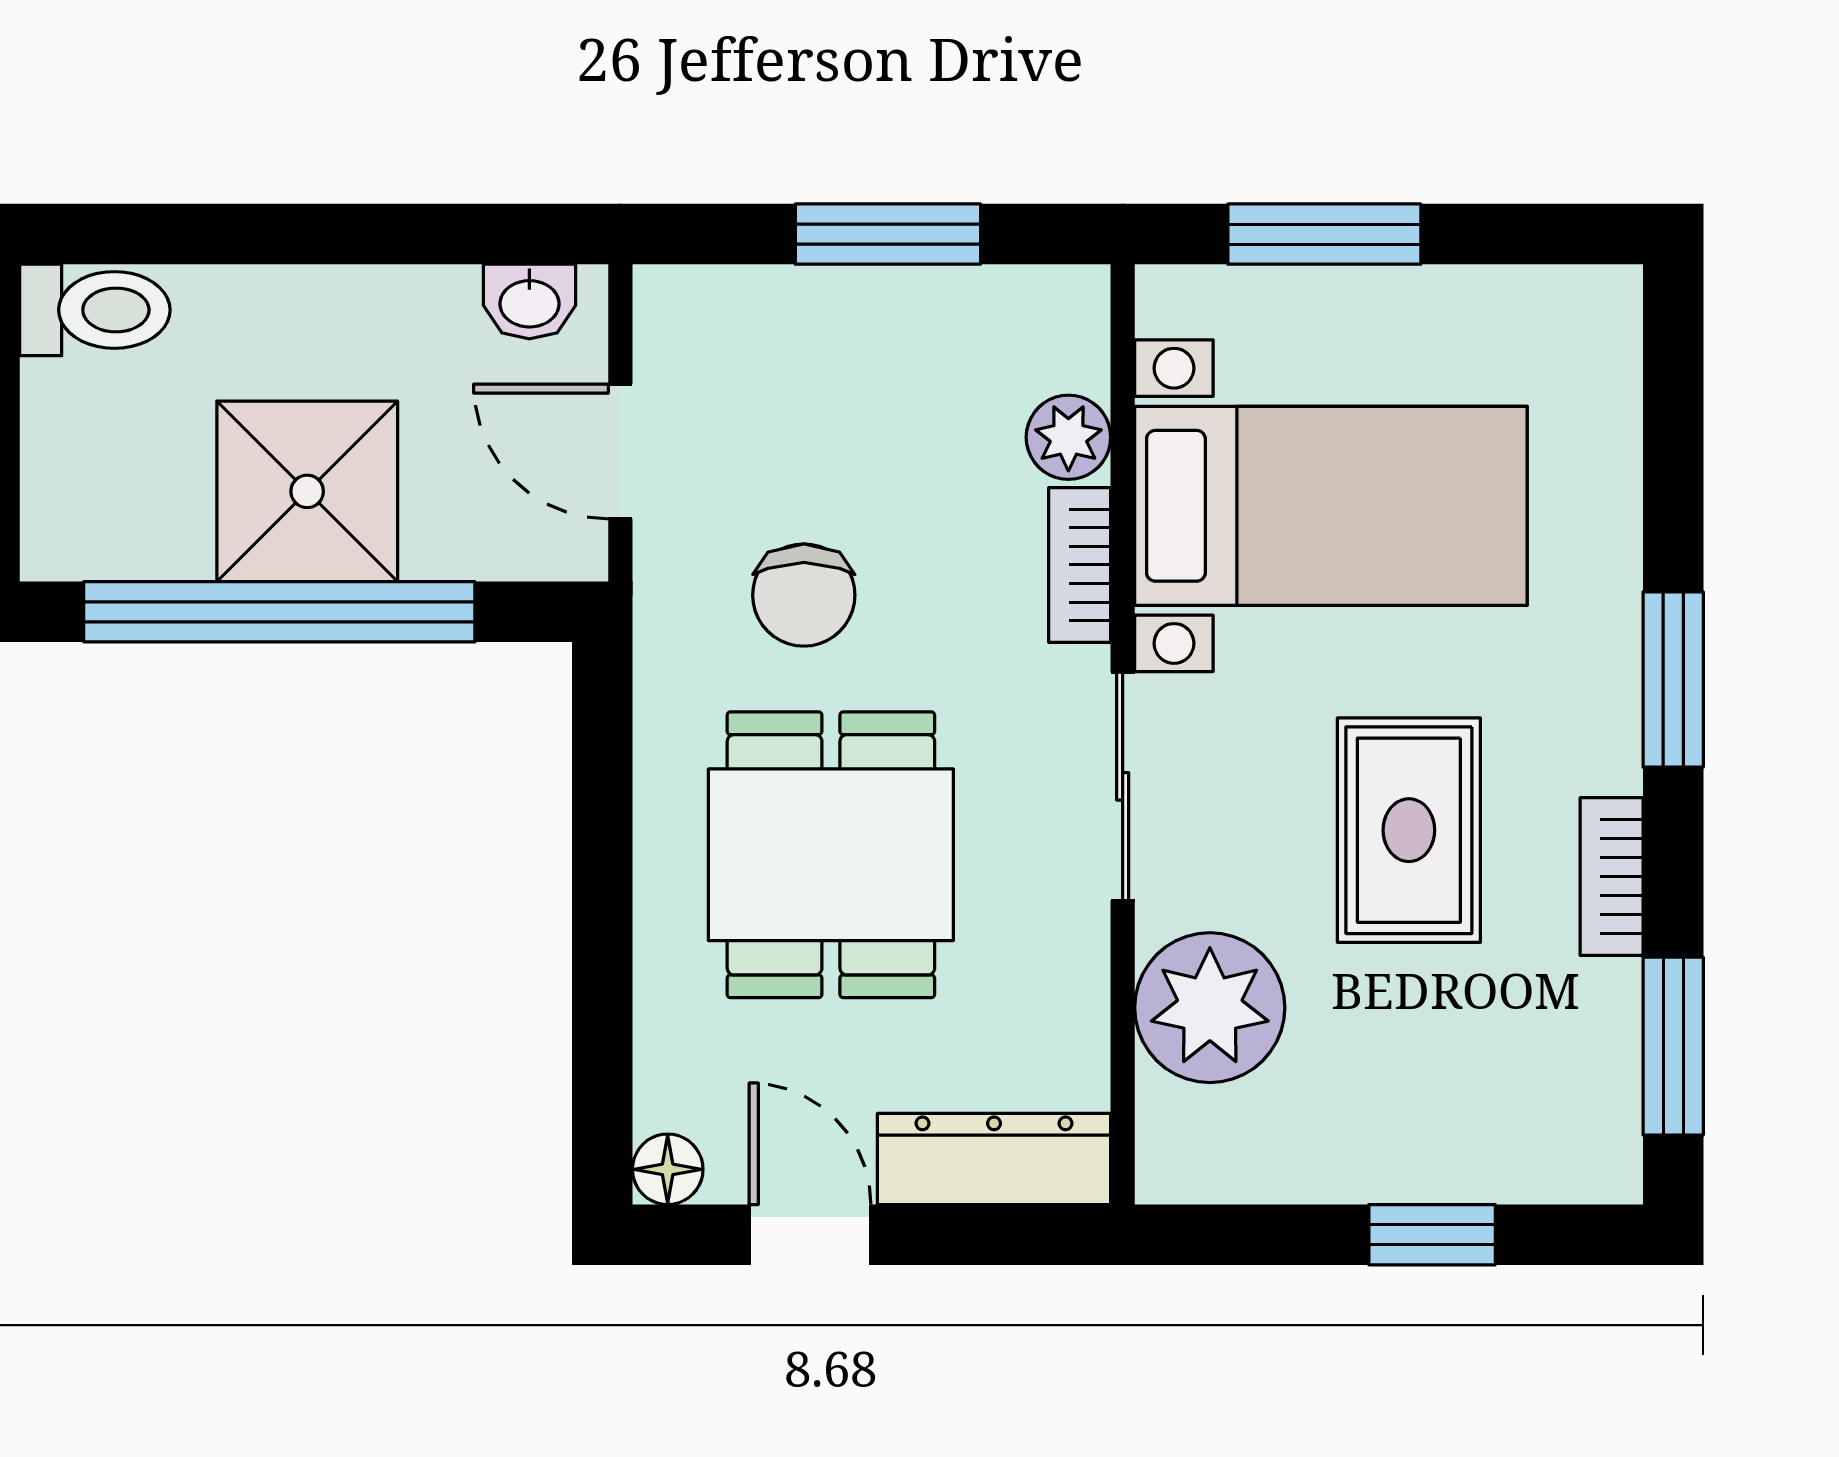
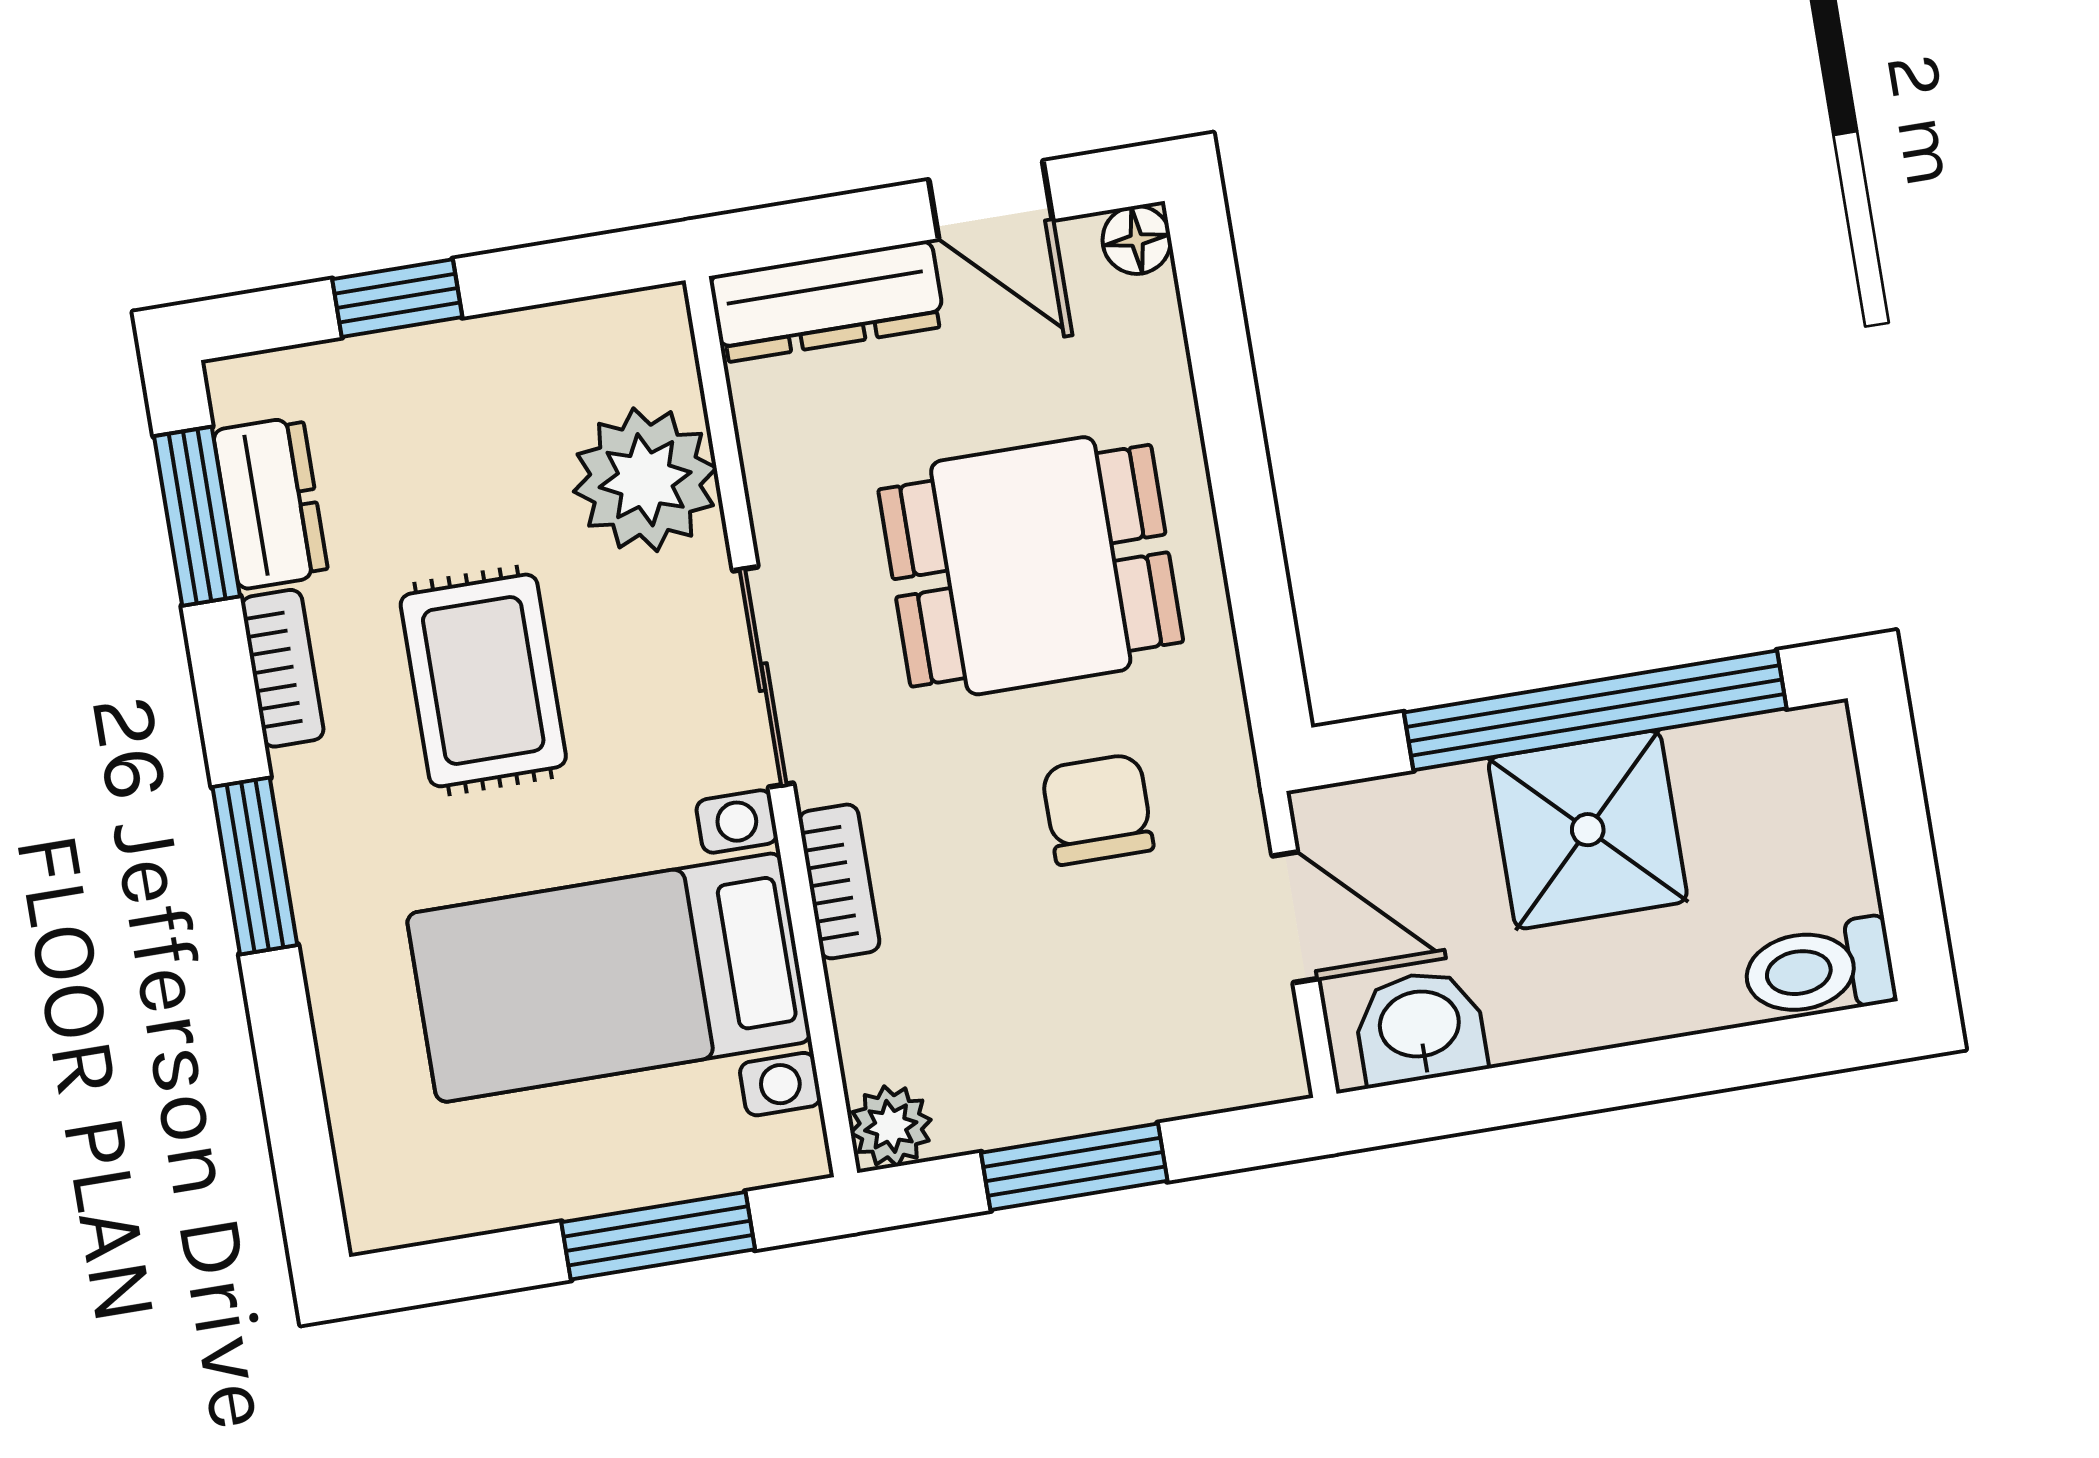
washbasin: (529, 302) -> (1420, 1027), width x1.38, depth x1.45
plant: (1068, 437) -> (891, 1126), moved
dining table: (831, 855) -> (1031, 566), turned 90
dresser: (1596, 1047) -> (271, 503), added

